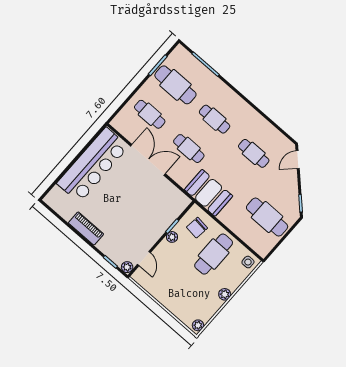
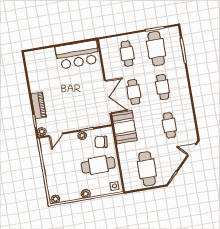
double door: (148, 160) -> (108, 97), moved
bar counter: (93, 165) -> (77, 55), width x0.73
piano: (86, 228) -> (39, 106), moved

